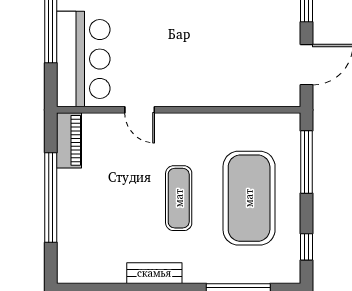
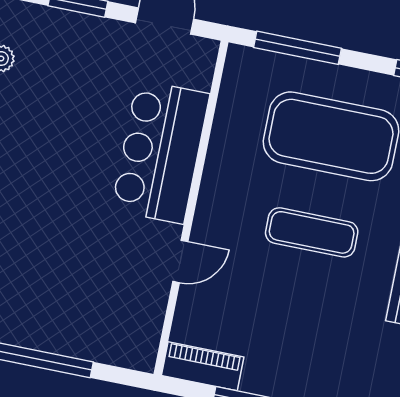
bar counter: (83, 59) -> (160, 152), moved, turned -90

